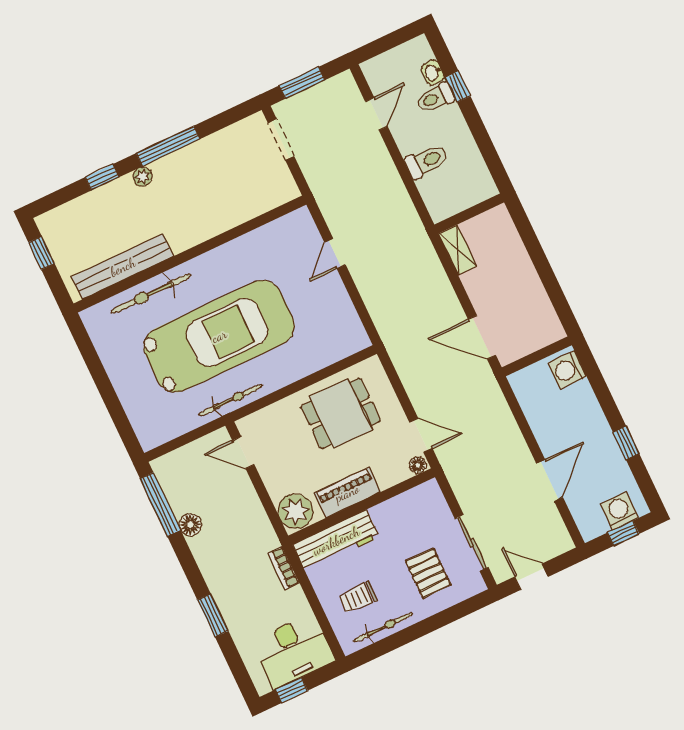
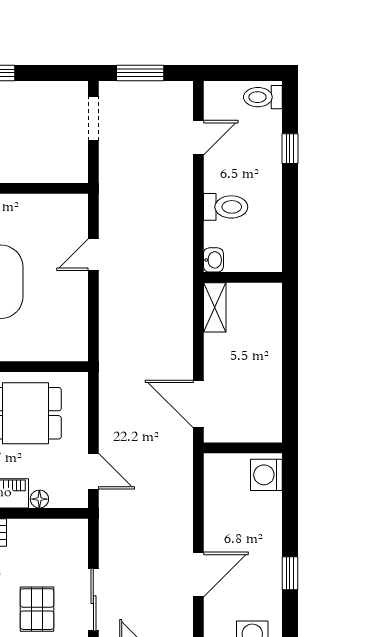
washbasin: (433, 72) -> (213, 260), moved, turned 180
toilet: (435, 98) -> (263, 97), moved
floor lamp: (418, 465) -> (39, 499), moved

